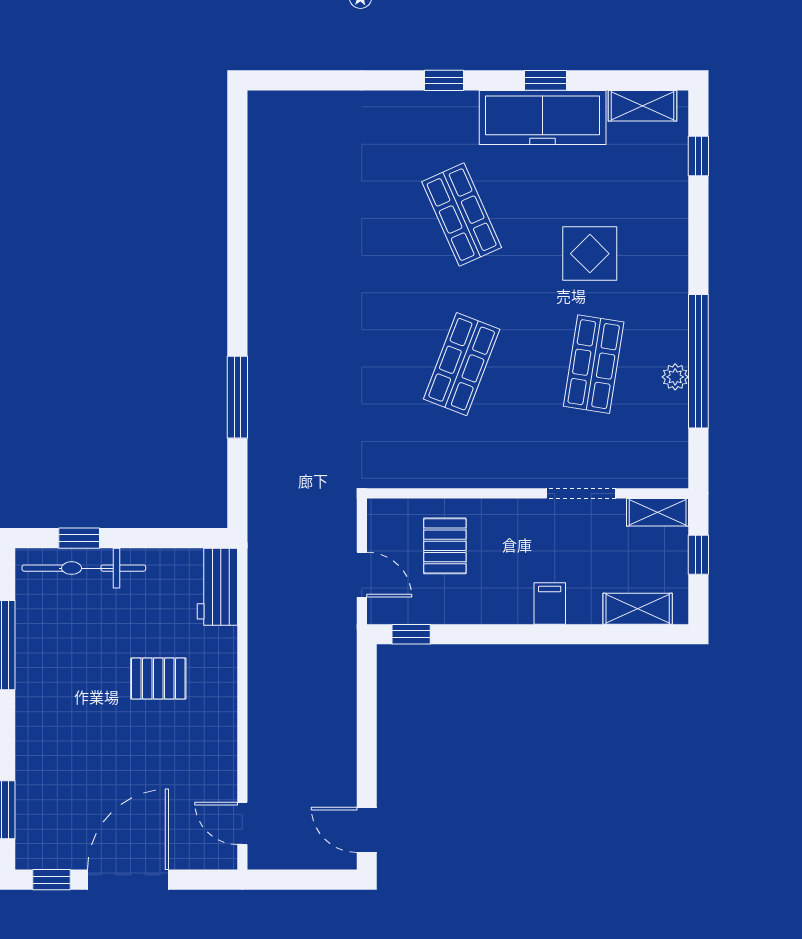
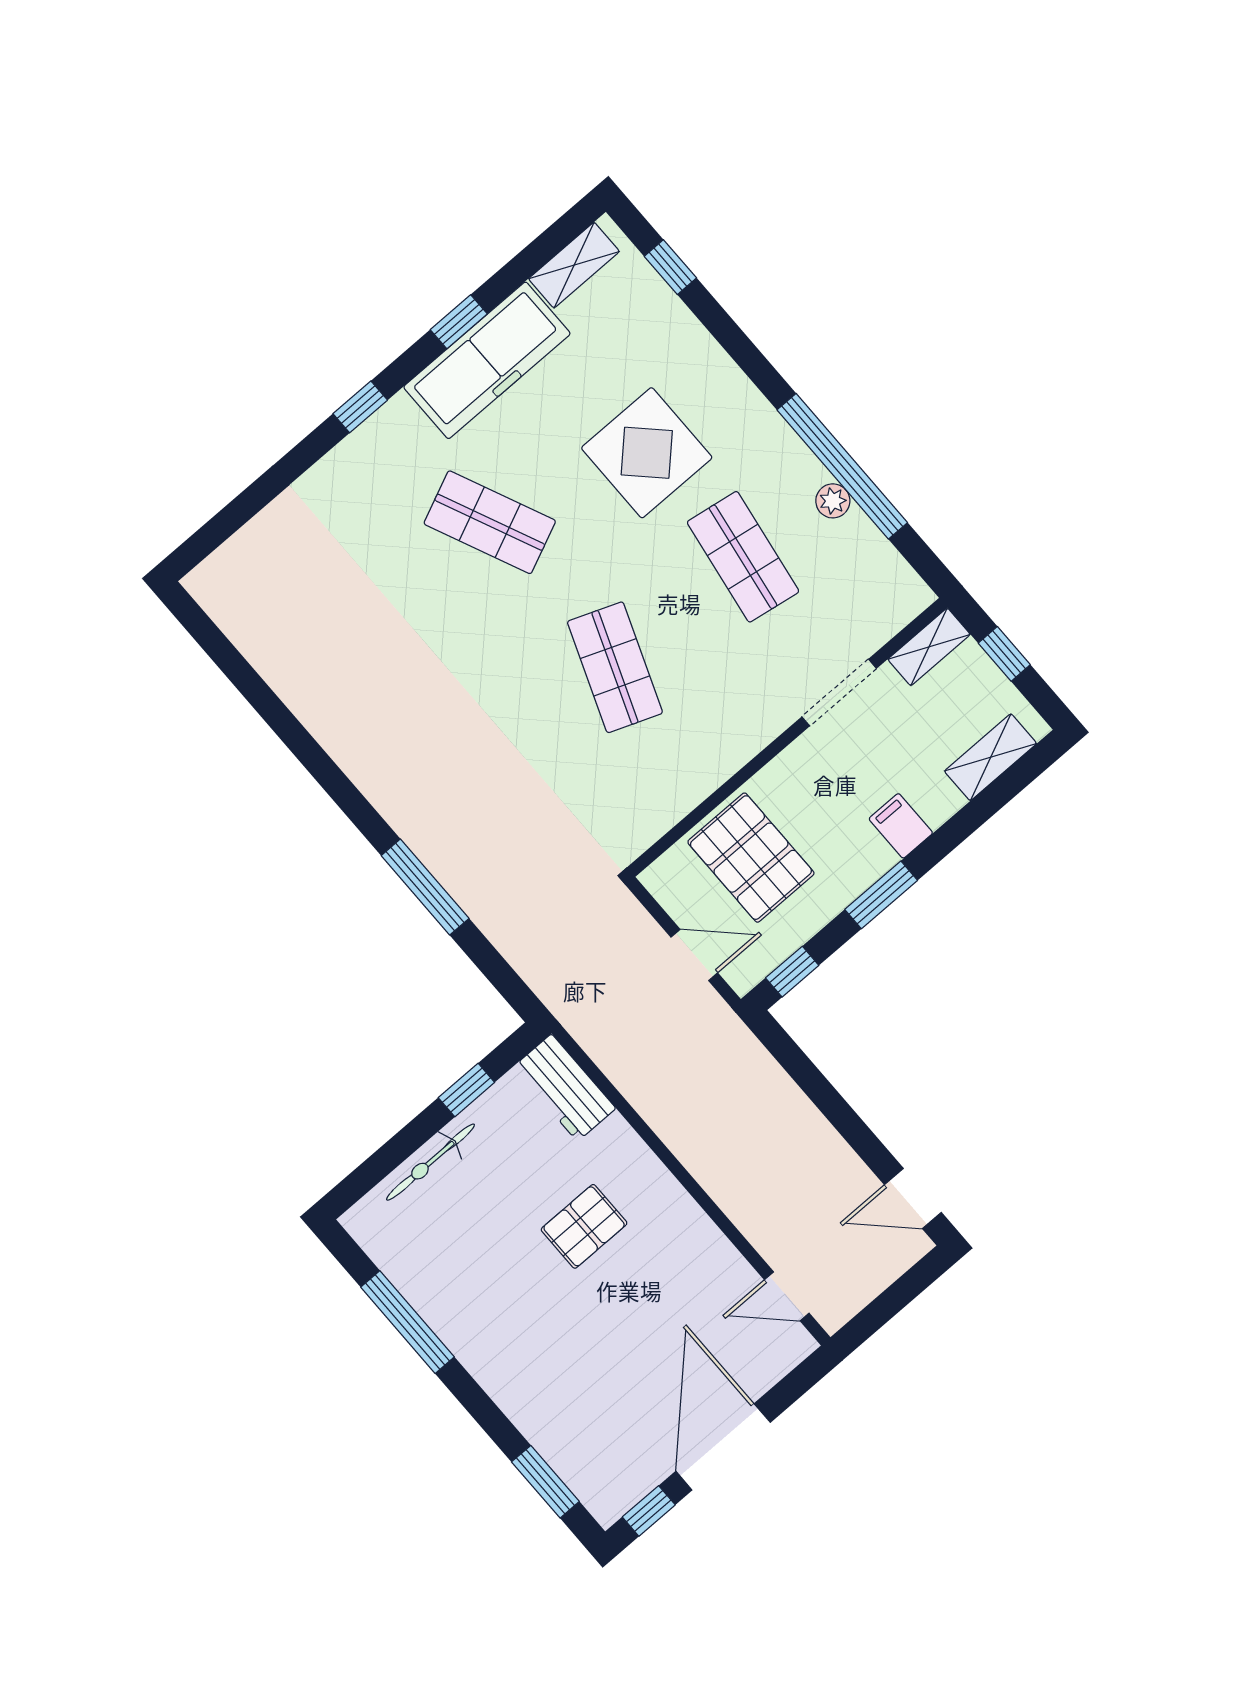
display table: (590, 254) -> (647, 453), width x1.36, depth x1.36
window: (79, 538) -> (466, 1090), moved
pallet: (445, 546) -> (751, 858), width x1.50, depth x1.42
bicycle: (84, 568) -> (430, 1162), width x0.73, depth x0.71
window: (503, 634) -> (881, 895), added

